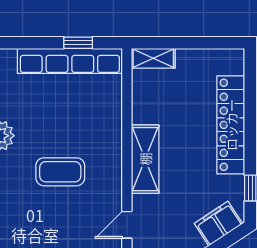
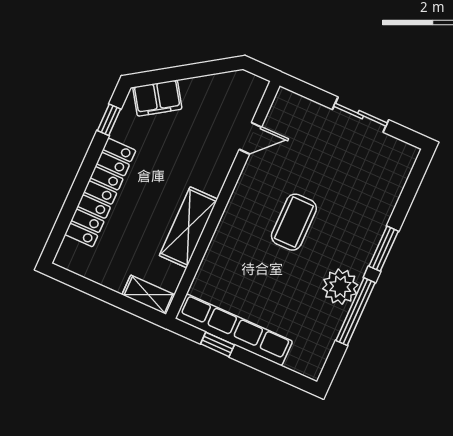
shelving: (145, 159) -> (188, 227), moved
coffee table: (60, 172) -> (294, 222), turned 90

